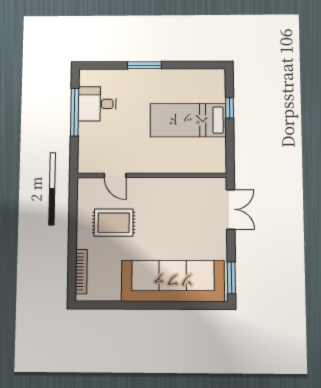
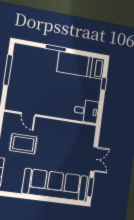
desk: (97, 104) -> (86, 111), moved, turned 180
bed: (188, 120) -> (81, 65), moved
double door: (231, 209) -> (94, 159), moved

